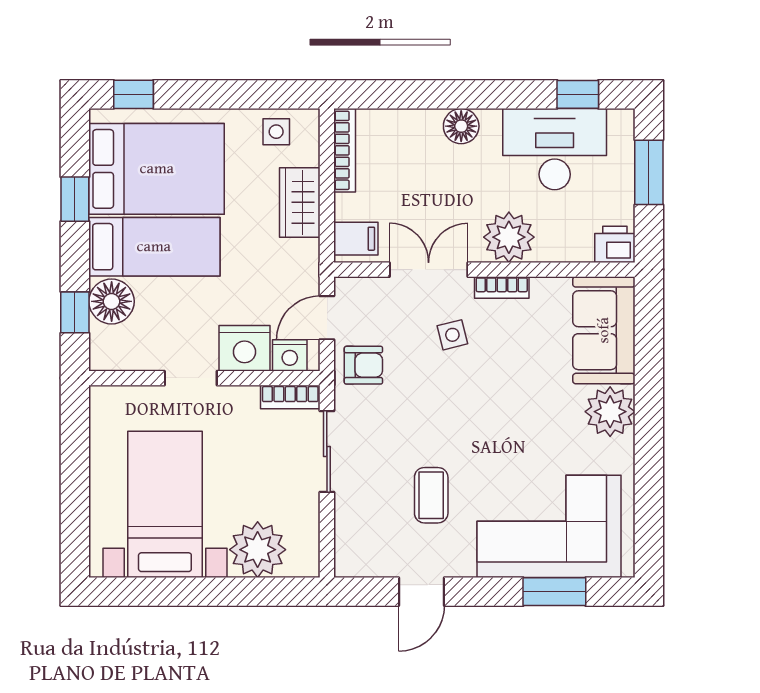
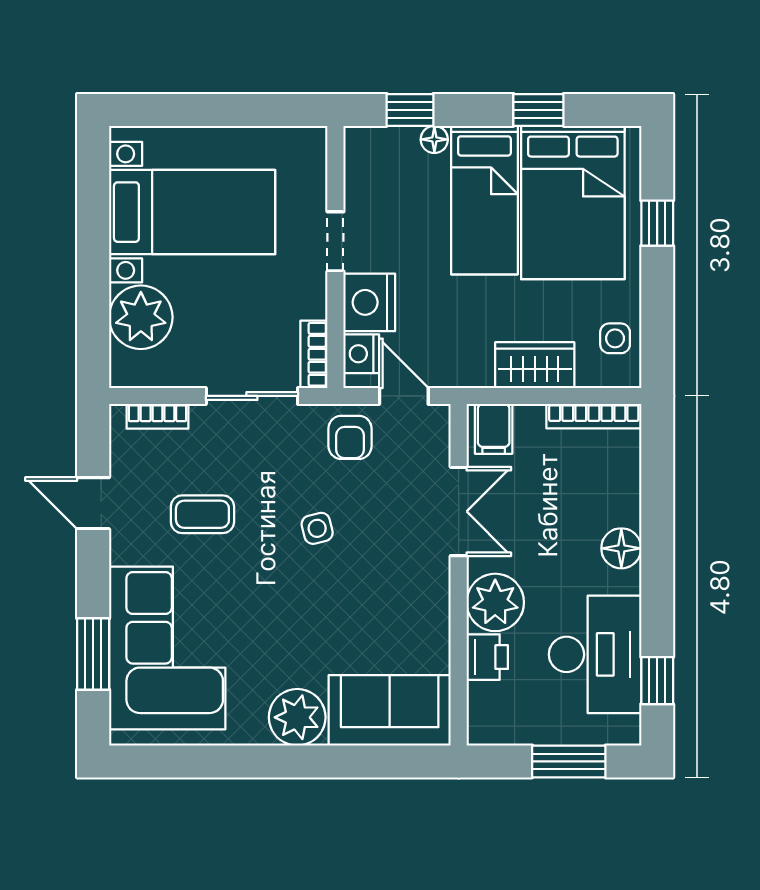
window: (134, 94) -> (657, 223), moved
printer: (615, 244) -> (487, 657), moved
bookcase: (502, 287) -> (157, 416), moved, turned -90
floor lamp: (112, 301) -> (434, 139), width x0.53, depth x0.53
side table: (452, 335) -> (317, 528), moved

